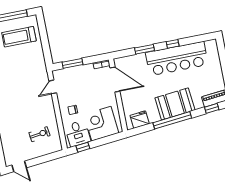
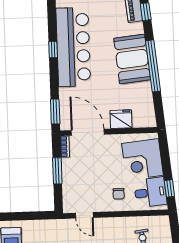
window: (145, 49) -> (55, 112), moved
window: (72, 63) -> (57, 171), moved
door: (115, 80) -> (88, 132), hinge flipped
fridge: (140, 120) -> (121, 119), moved, turned 96

